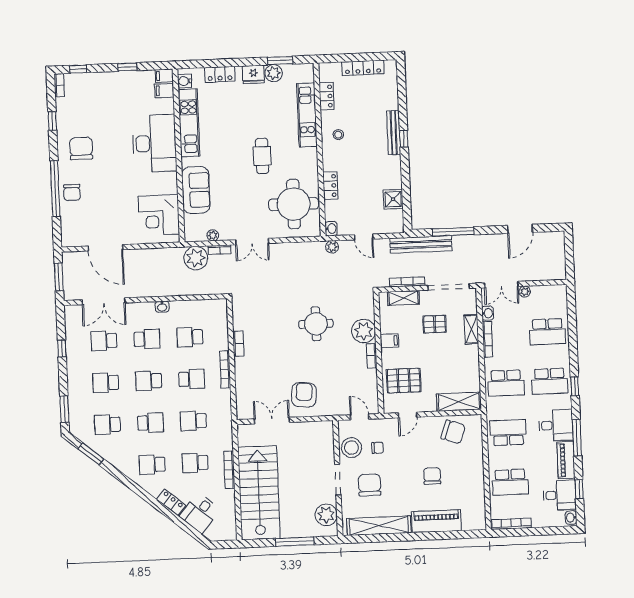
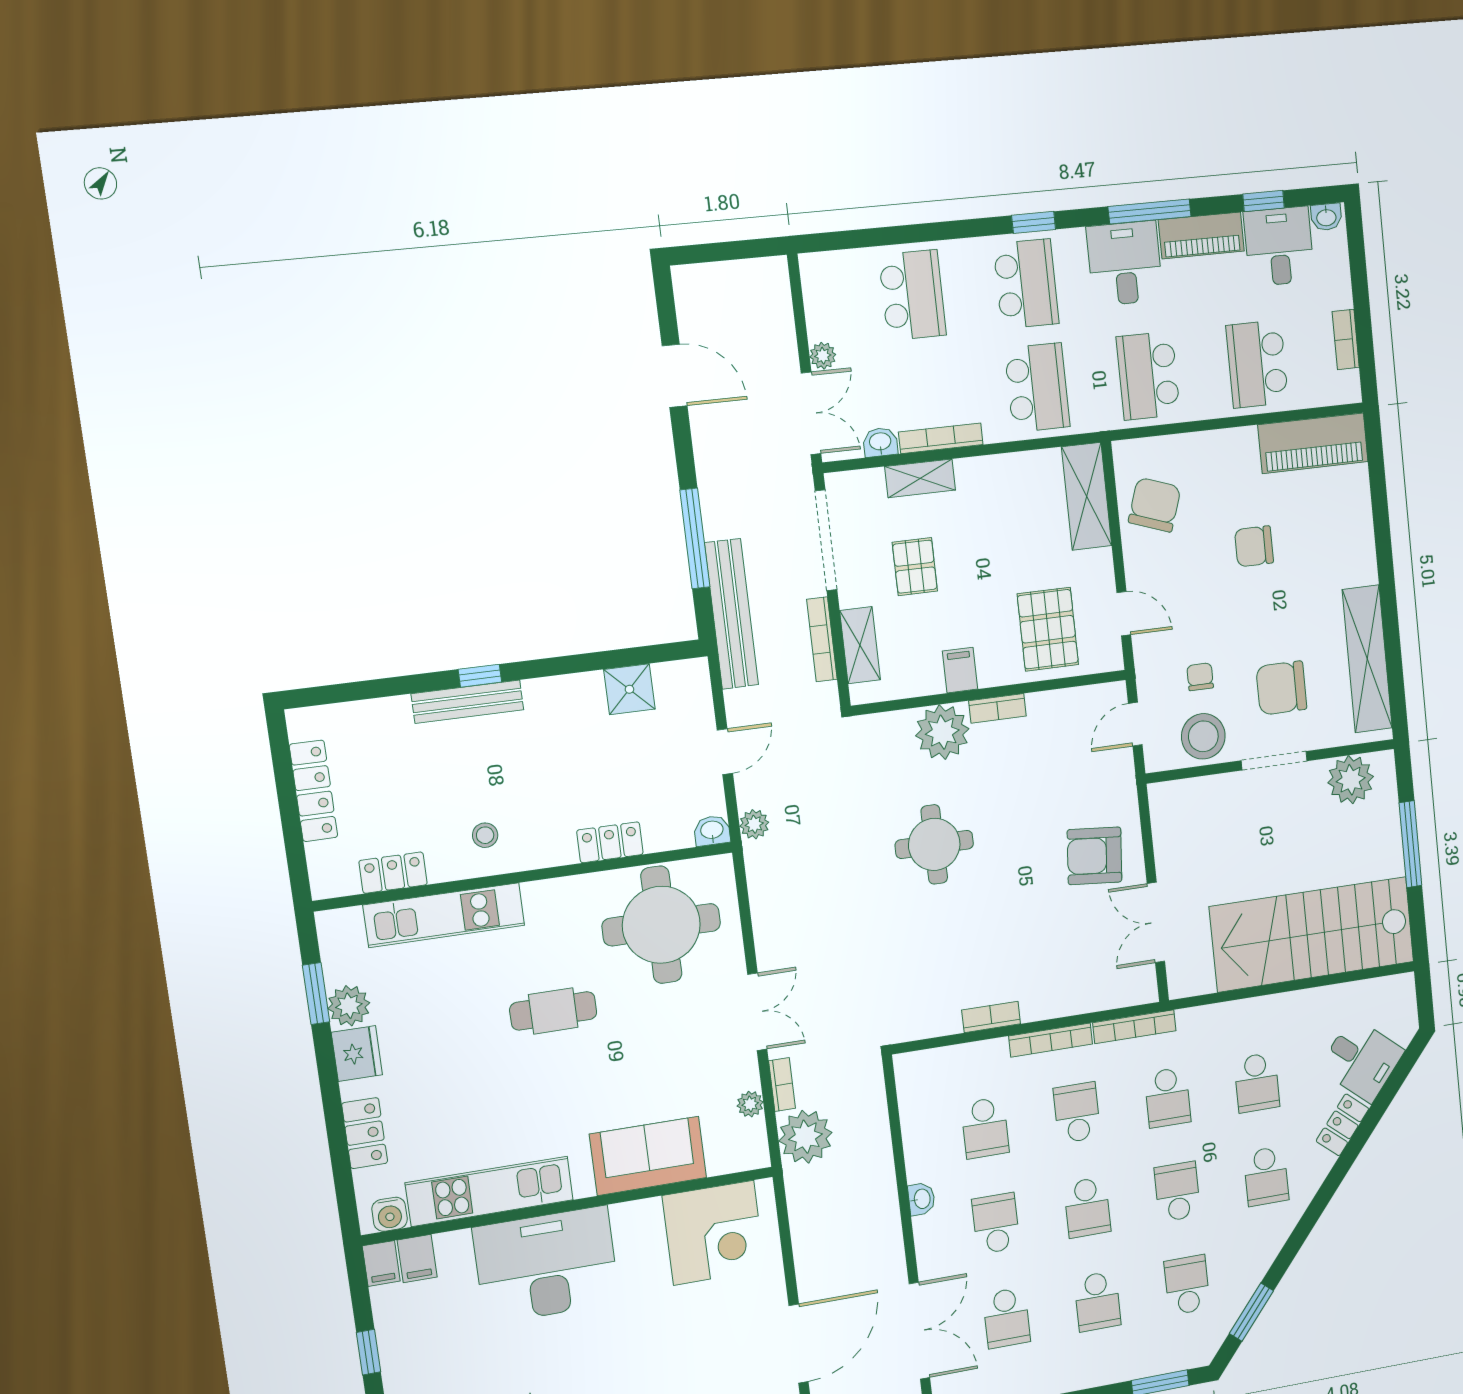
school desk: (107, 425) -> (1187, 1285), turned 180
bookcase: (229, 470) -> (1134, 1027), moved
school desk: (510, 482) -> (1257, 364), turned 180
piano: (436, 521) -> (1313, 443), moved, turned -90
bookcase: (511, 524) -> (1346, 339), width x0.64

